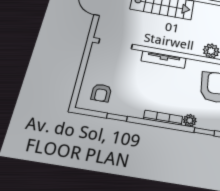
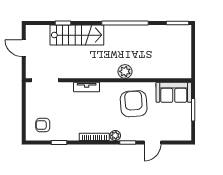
tv unit: (164, 59) -> (87, 87), width x0.71
armchair: (101, 93) -> (43, 125), turned 90

